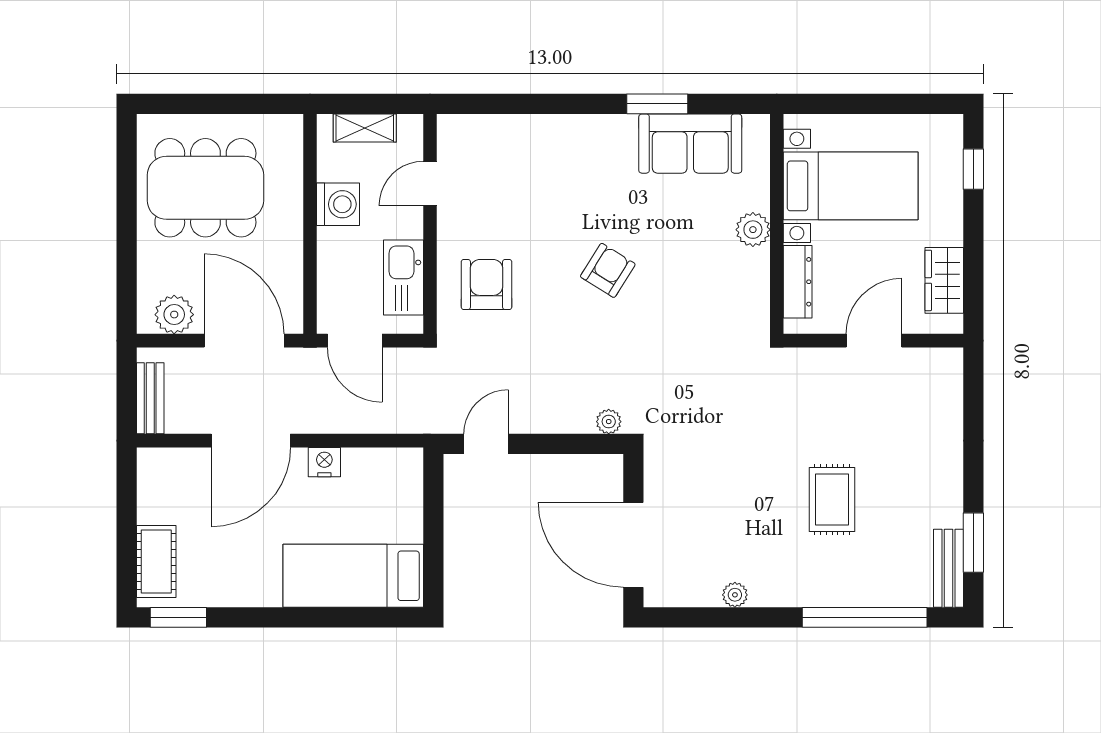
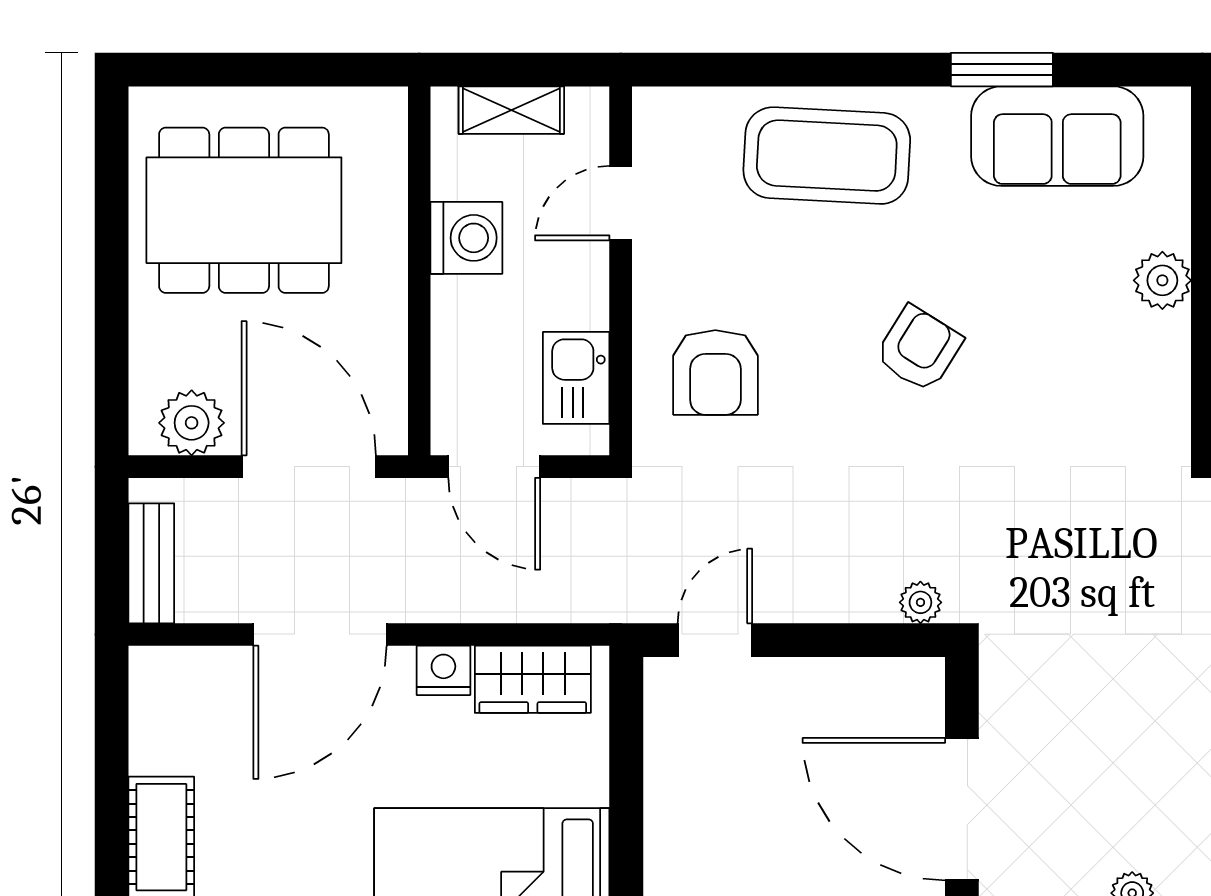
coffee table: (553, 155) -> (827, 156), added
kitchen sink: (403, 277) -> (576, 378), width x0.73
armchair: (487, 285) -> (715, 373), turned 180
wardrobe: (378, 467) -> (533, 679), added

